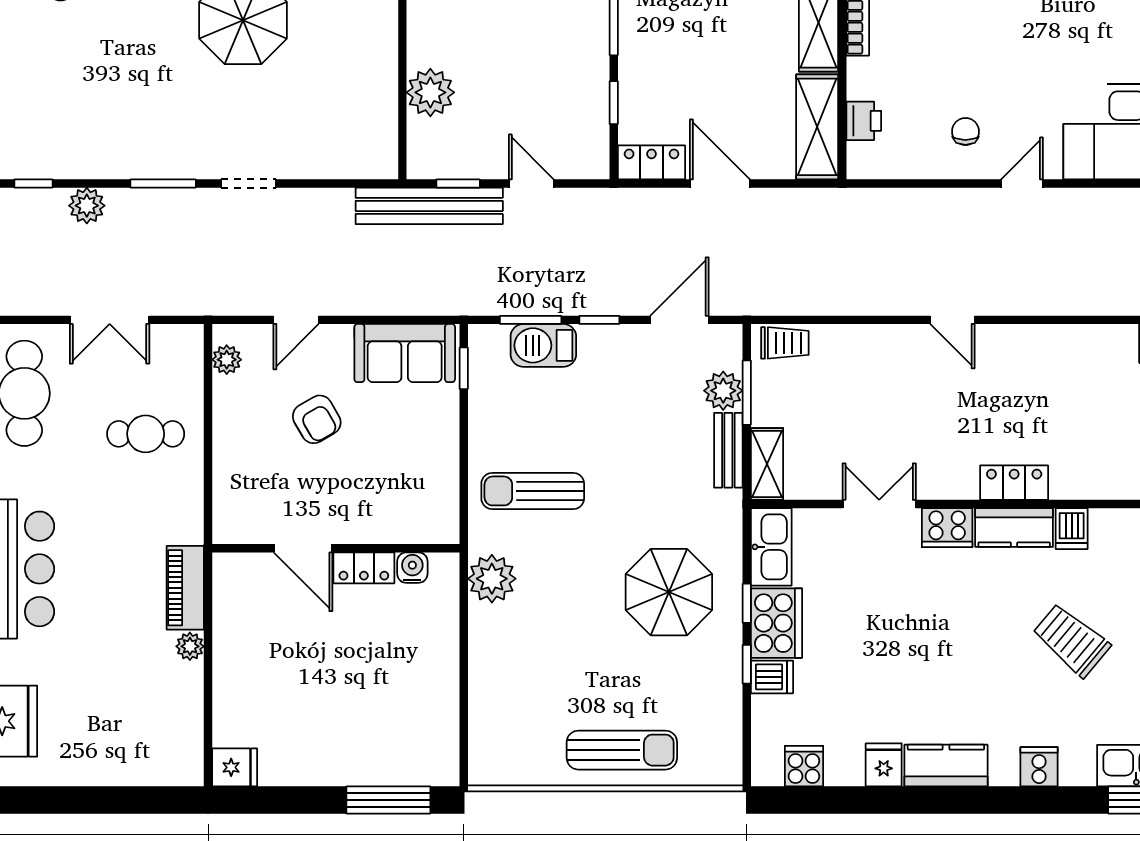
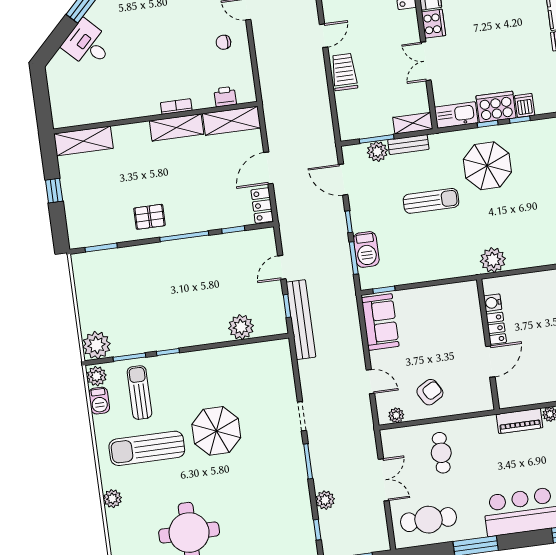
trolley: (785, 343) -> (344, 72), moved, width x1.36, depth x1.39
armchair: (317, 419) -> (430, 392), moved
sun lounger: (533, 491) -> (431, 201), moved, turned -90

